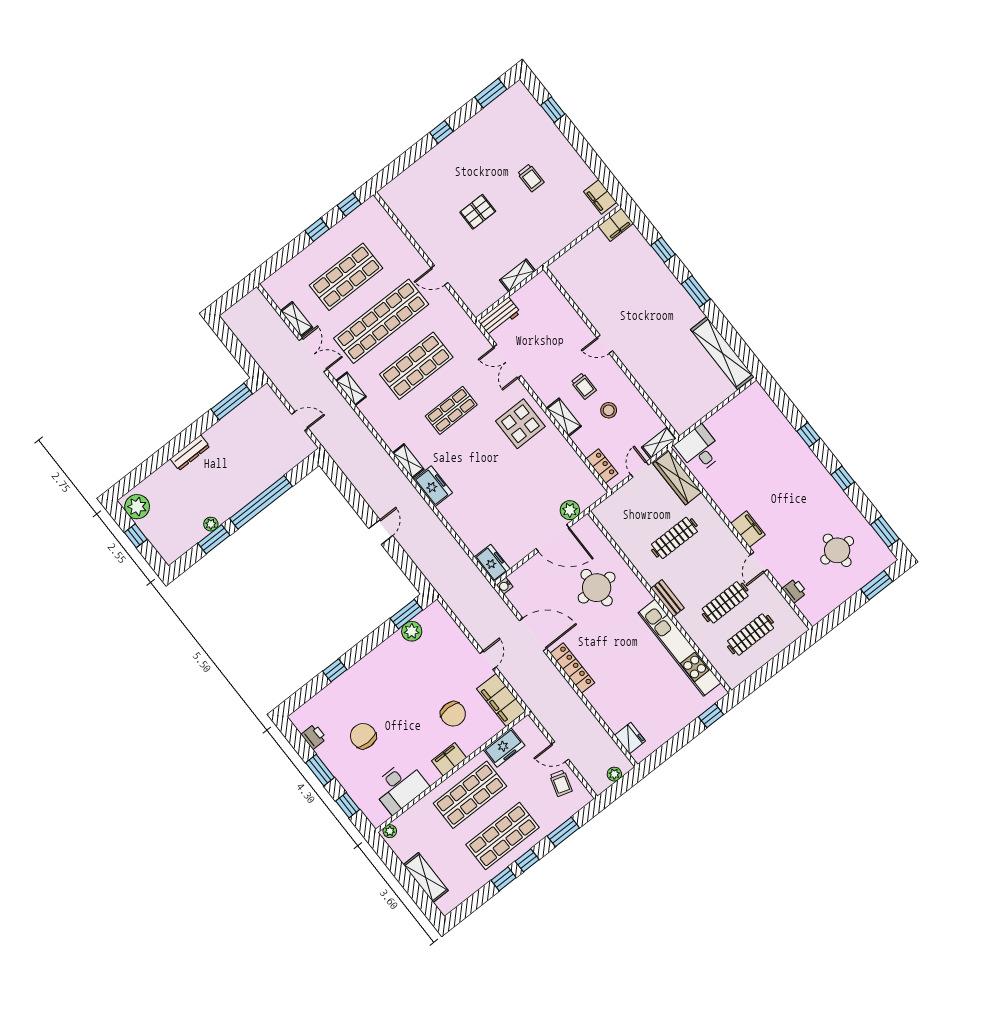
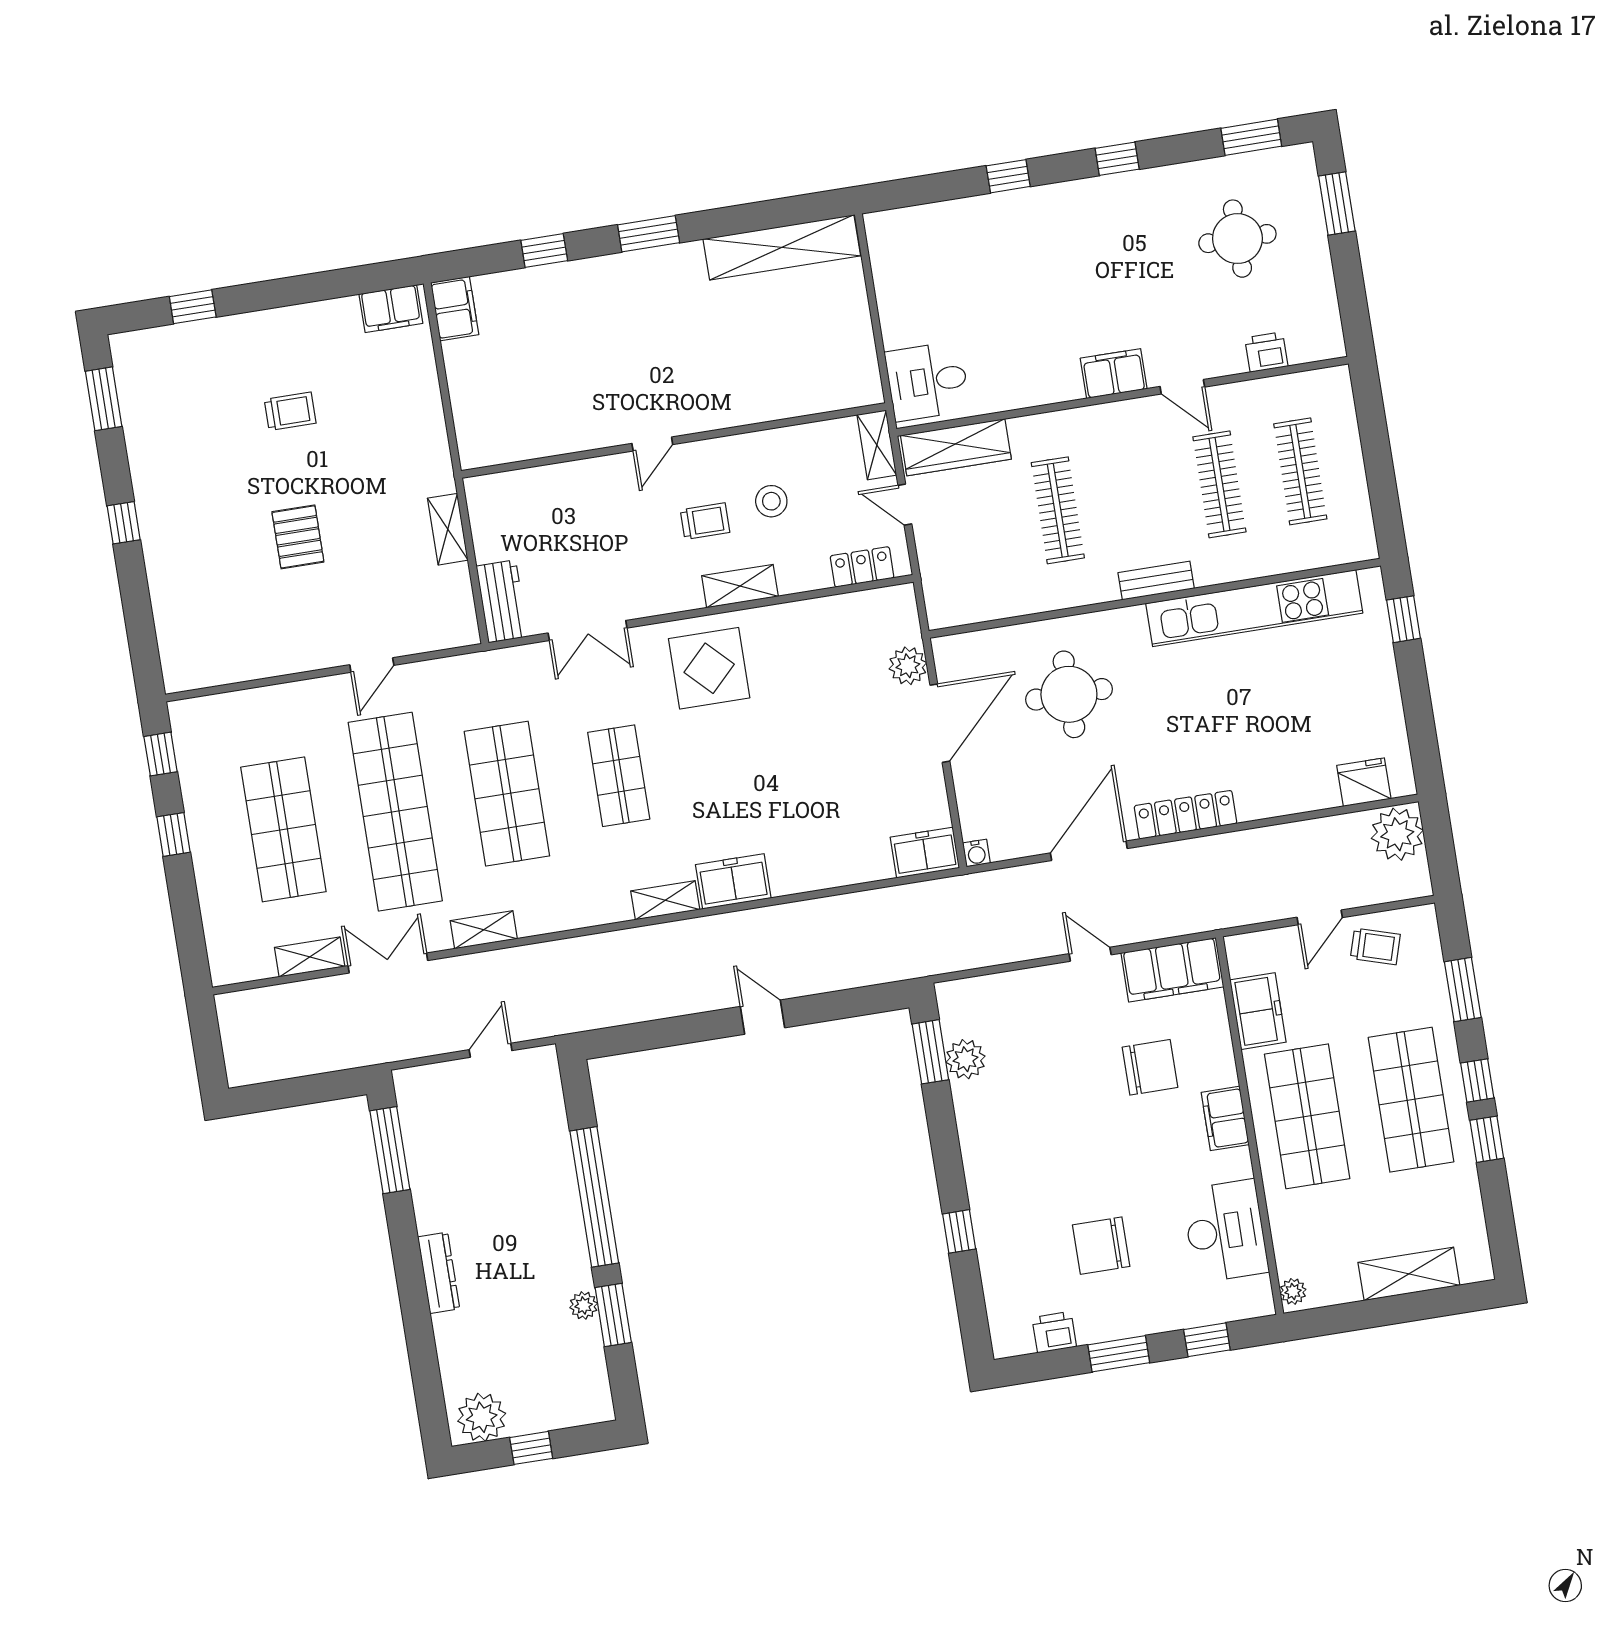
plant: (614, 774) -> (1397, 834), width x1.87, depth x1.87

